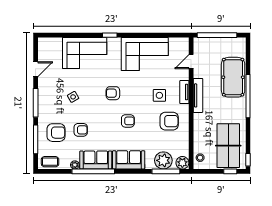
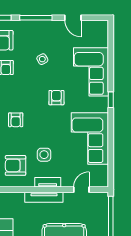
door: (191, 62) -> (81, 190), hinge flipped
armchair: (113, 93) -> (56, 98), moved
armchair: (169, 121) -> (16, 165), turned 90

